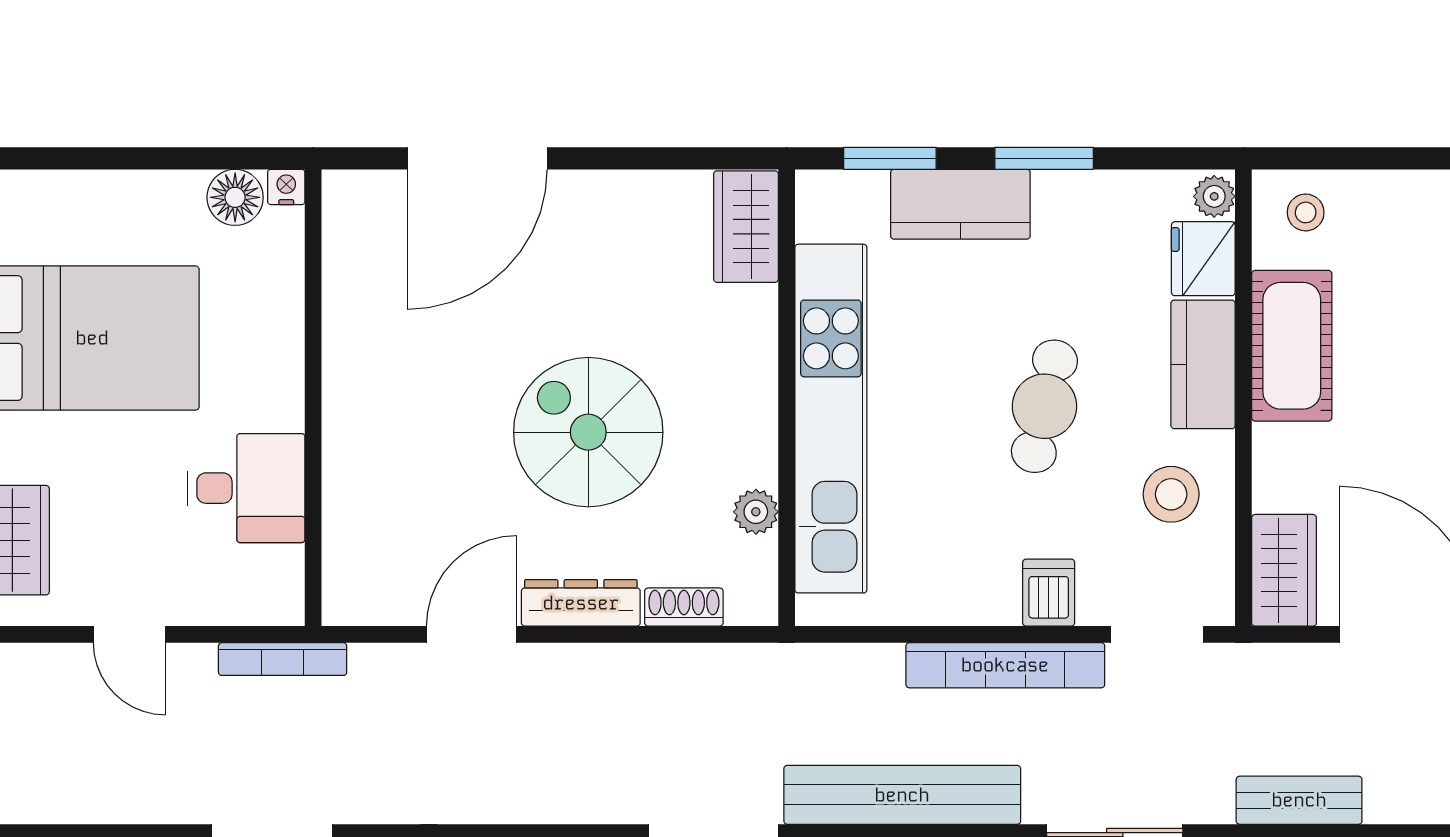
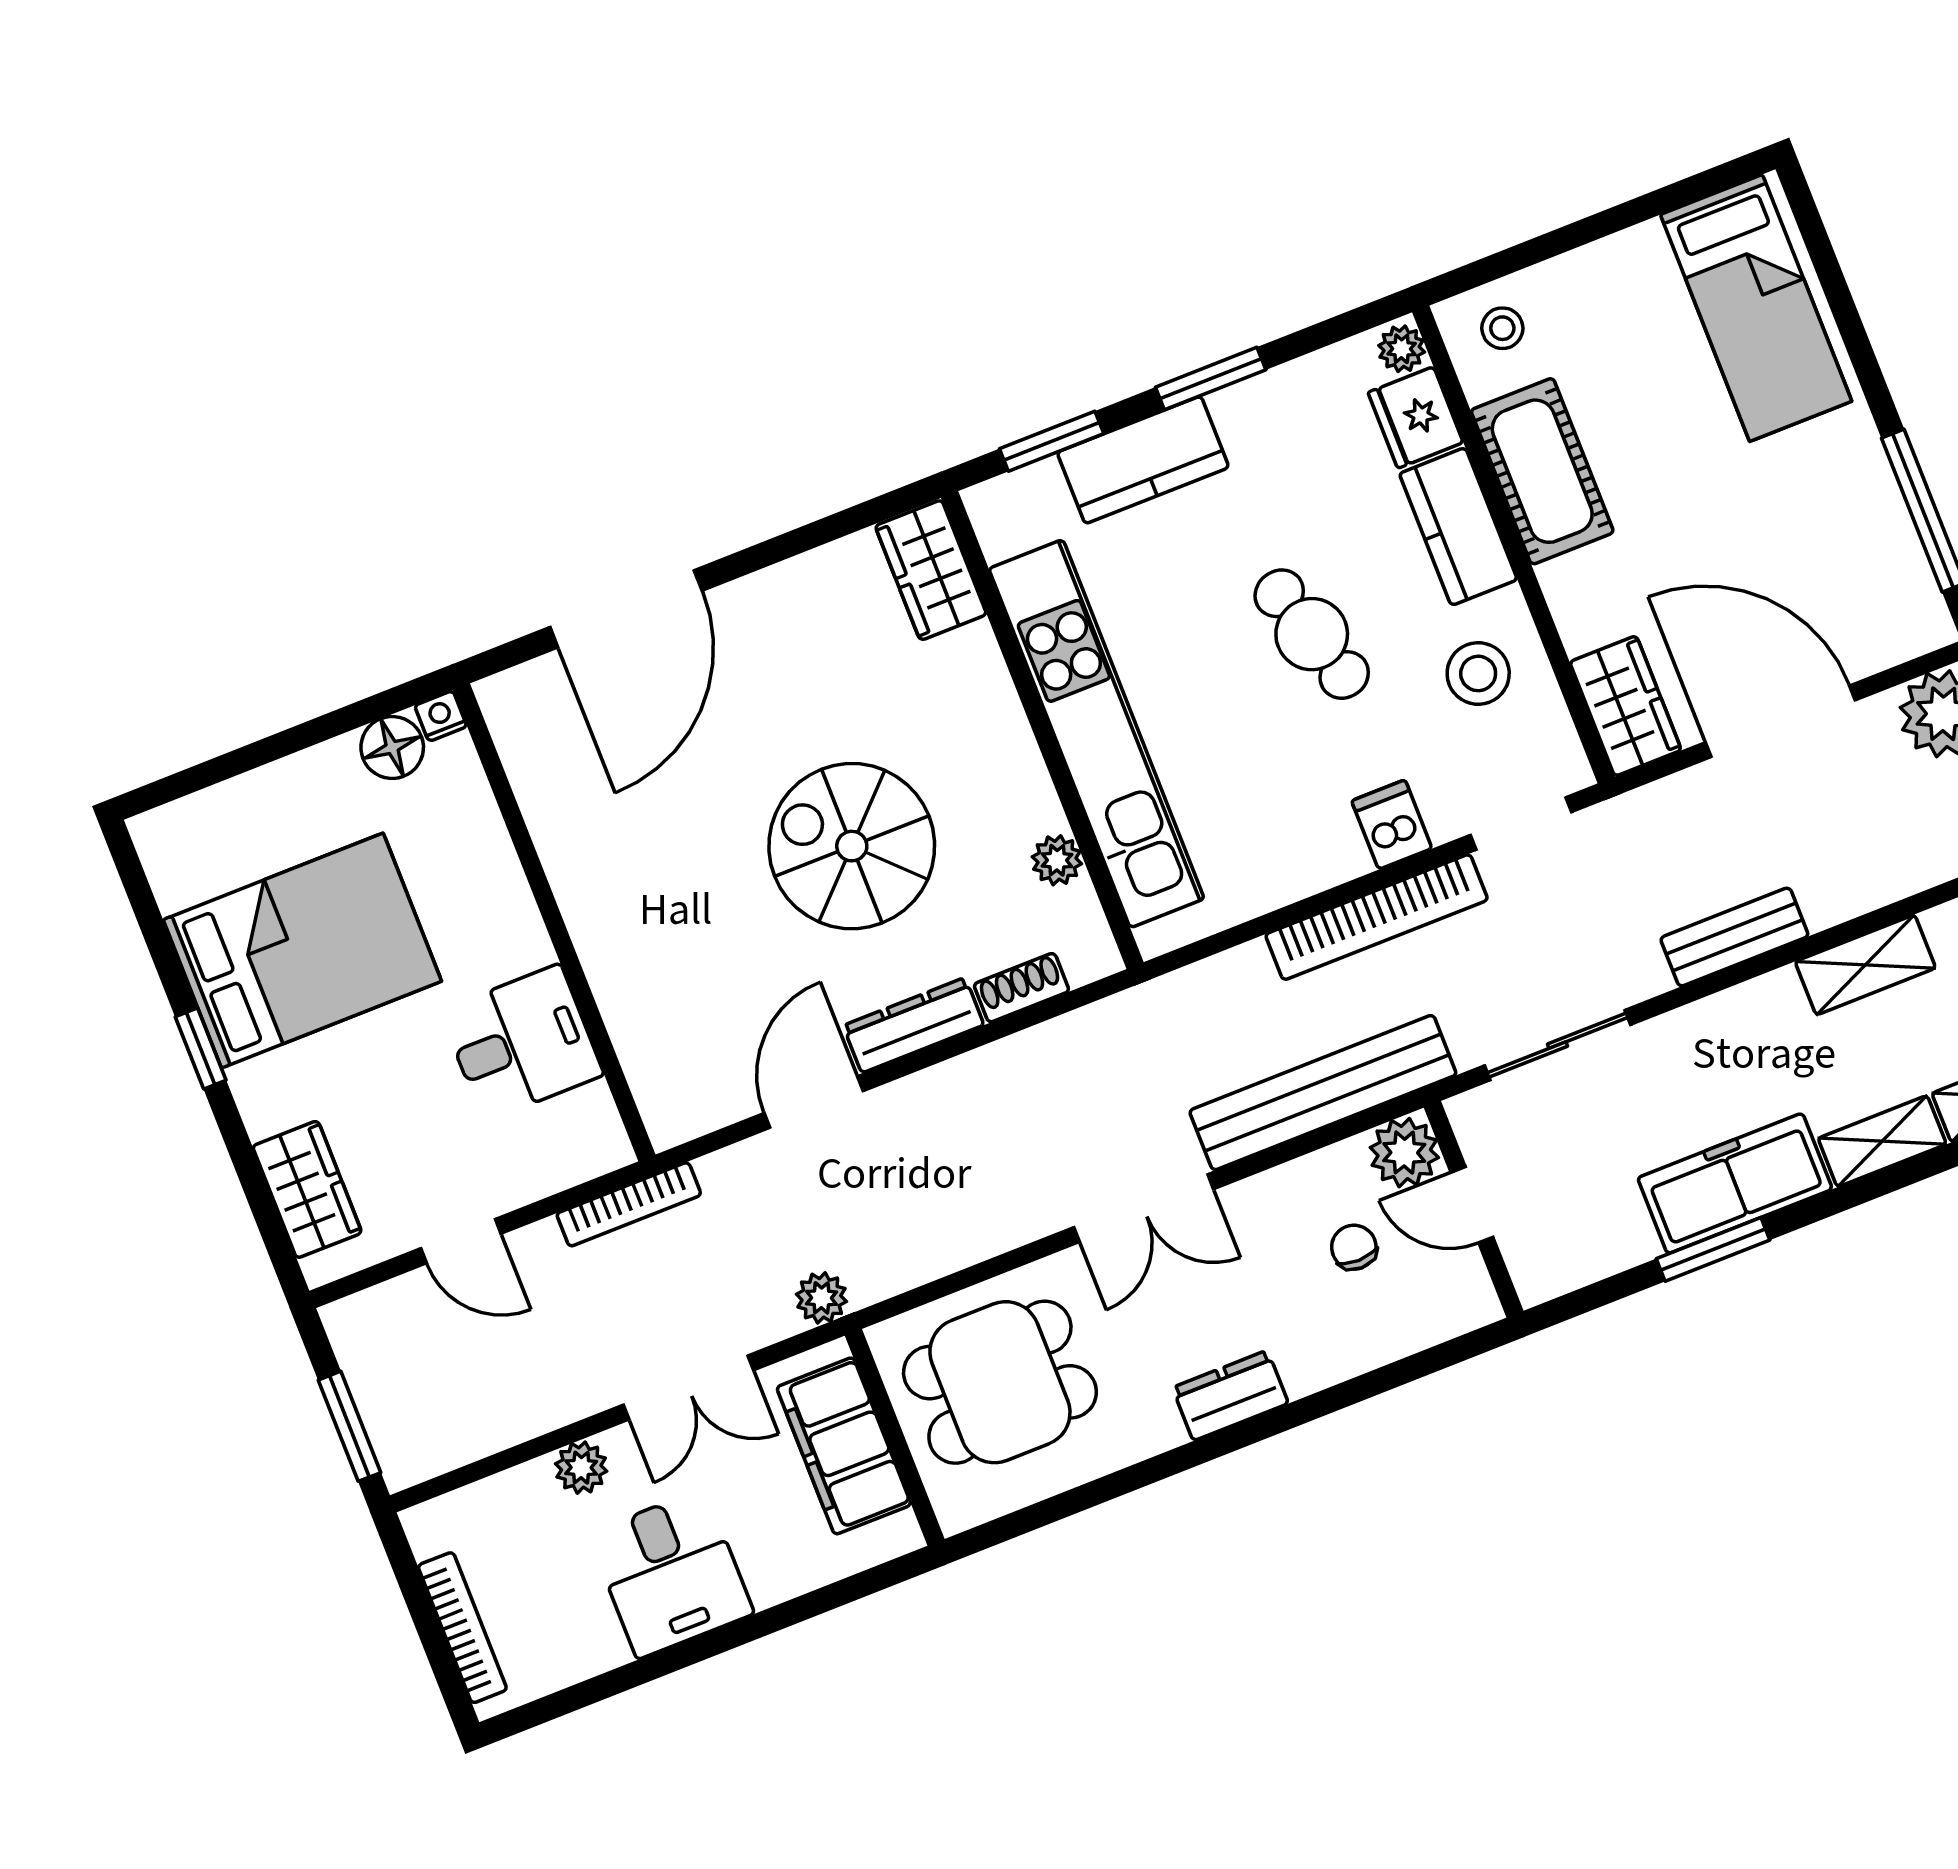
cafe table: (1044, 406) -> (1312, 634), turned -30
plant: (413, 801) -> (821, 1298), added

